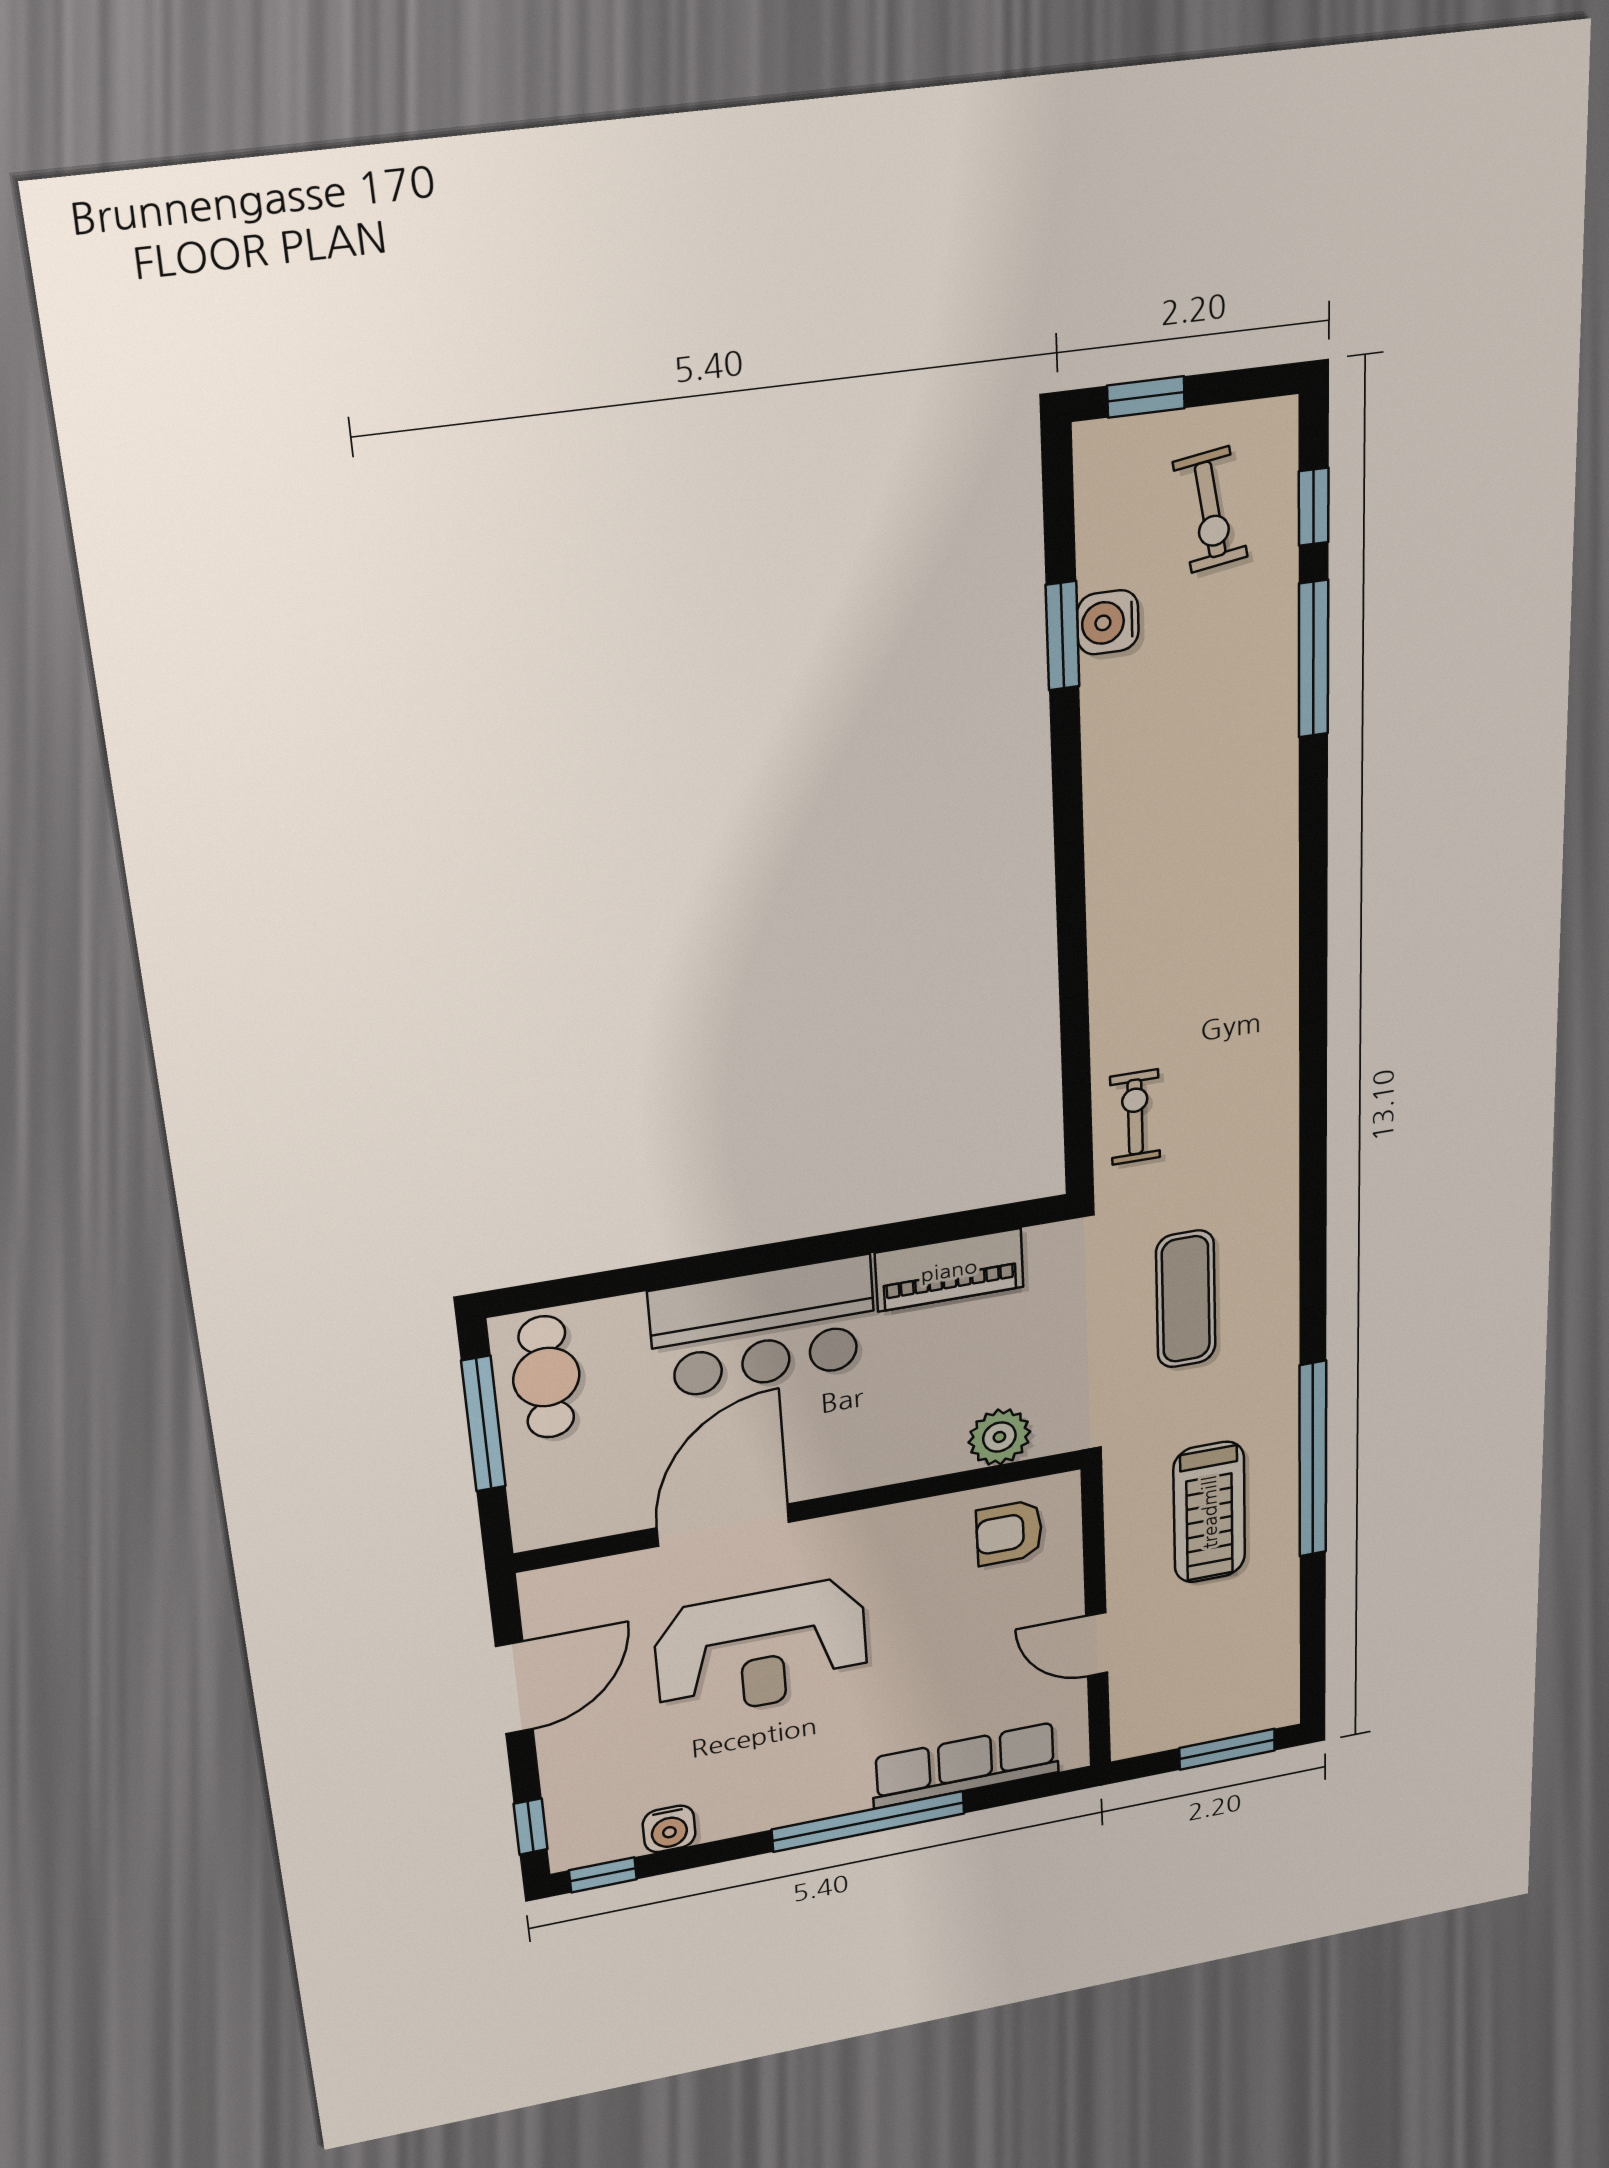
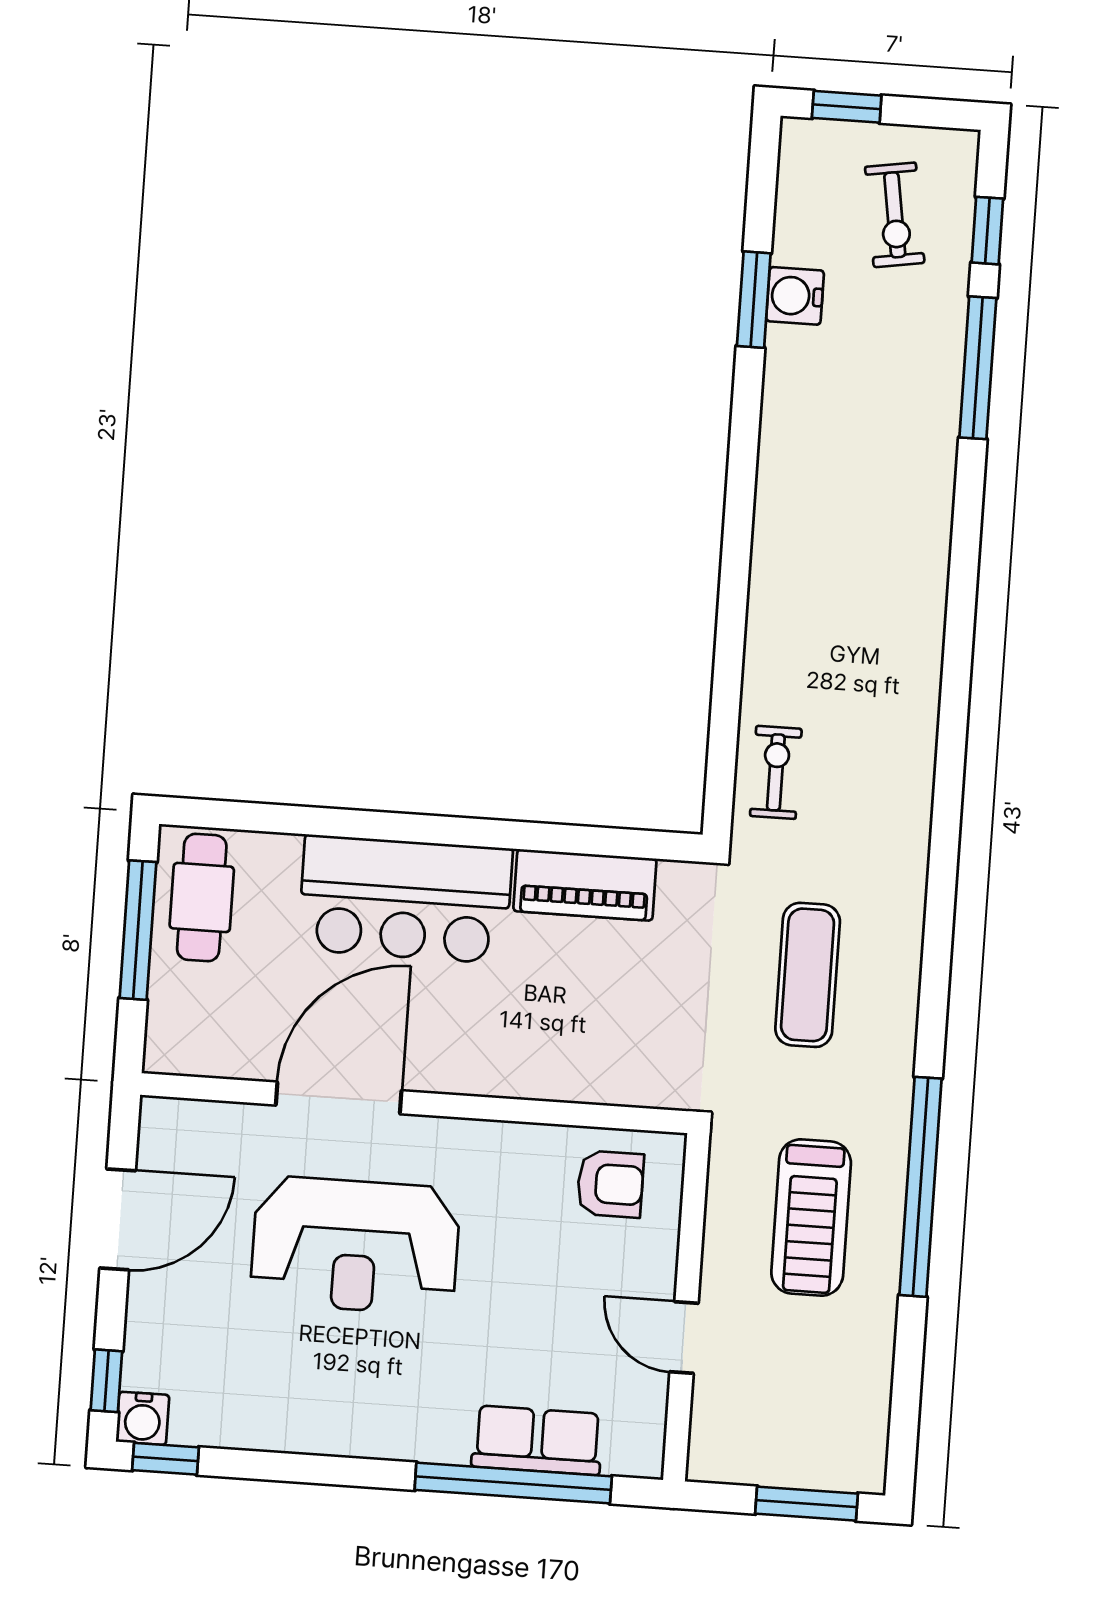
plant: (999, 1437) -> (612, 1075), removed
armchair: (1009, 1533) -> (610, 1184), turned 180
row of seats: (965, 1765) -> (537, 1440), width x0.68
window: (868, 1821) -> (513, 1483), moved
water cooler: (669, 1829) -> (143, 1418), moved

